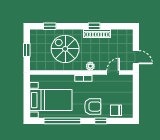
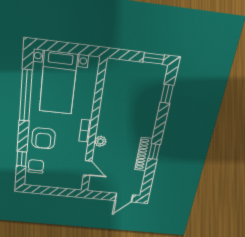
spiral stairs: (65, 49) -> (130, 111), removed
window: (27, 50) -> (154, 58), moved
door: (136, 57) -> (124, 198), moved
window: (101, 121) -> (22, 159), moved

